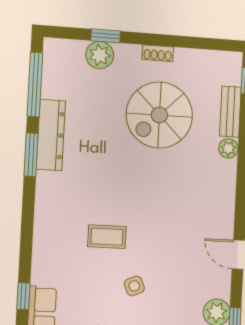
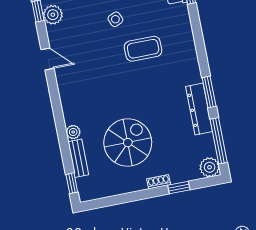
shoe rack: (158, 53) -> (159, 182), moved
plant: (100, 55) -> (210, 167), moved
coffee table: (107, 237) -> (143, 49), width x1.36, depth x1.30

